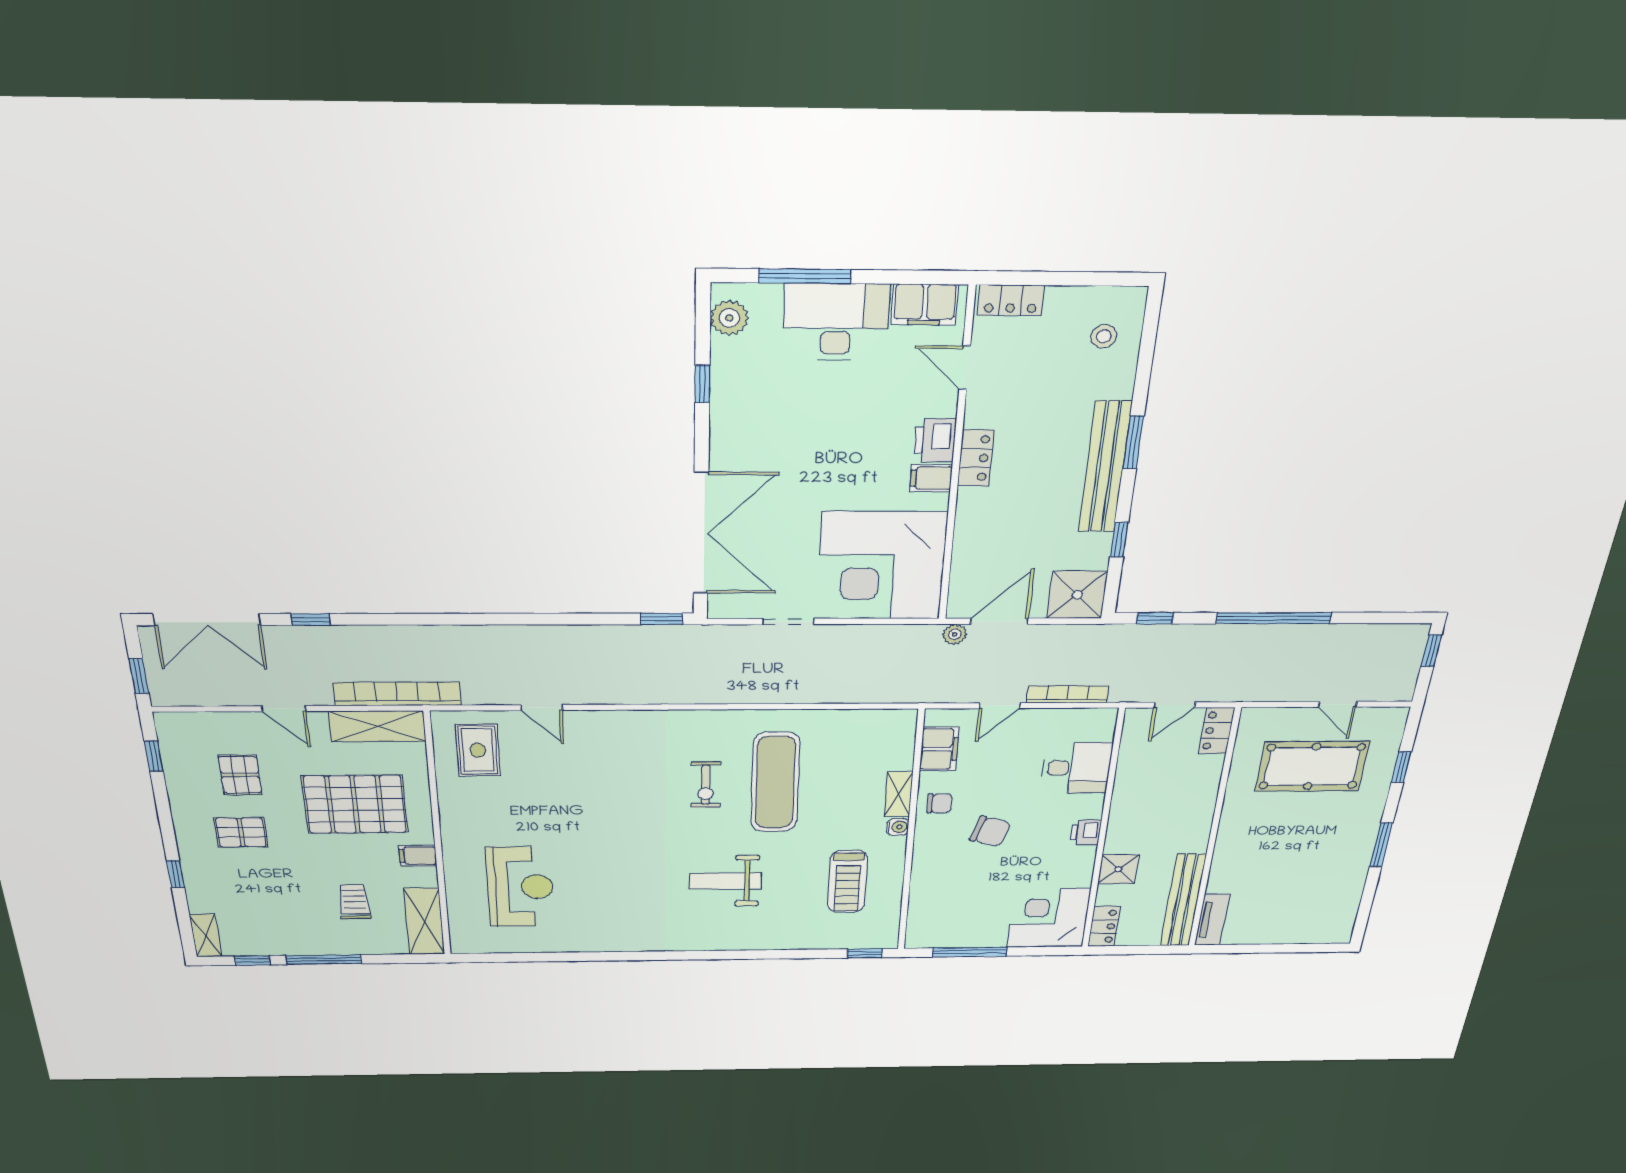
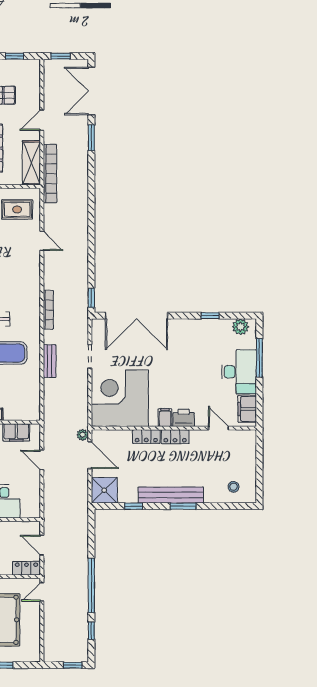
locker: (1011, 300) -> (146, 437), moved, turned -90
door: (965, 368) -> (218, 428), hinge flipped
window: (1155, 618) -> (91, 631), moved
window: (311, 619) -> (91, 138), width x1.50
bench: (795, 693) -> (50, 361), added
bookcase: (1068, 694) -> (48, 310), moved
door: (1338, 704) -> (42, 592), moved
door: (542, 708) -> (42, 241), swing flipped

